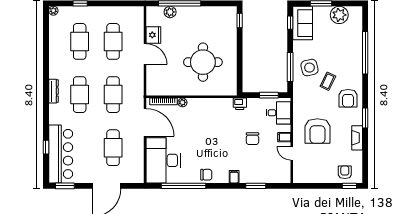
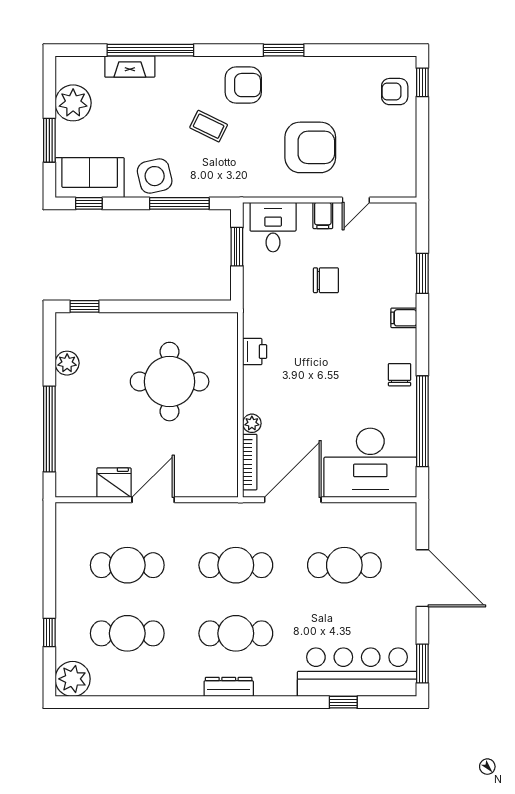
plant: (53, 11) -> (73, 679), width x1.87, depth x1.87
plant: (170, 12) -> (67, 363), moved
side table: (309, 68) -> (155, 176), moved
printer: (240, 104) -> (255, 352), moved
fireplace: (357, 138) -> (130, 67), moved

